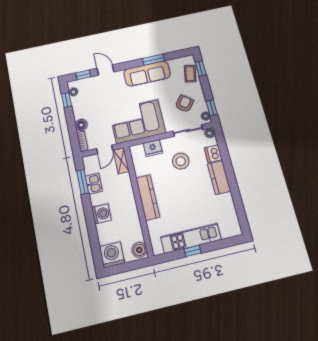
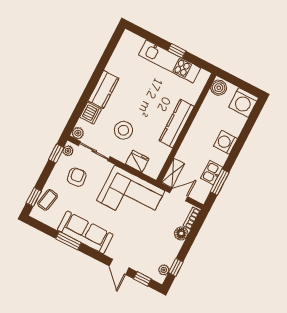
armchair: (184, 104) -> (77, 177), turned 136

